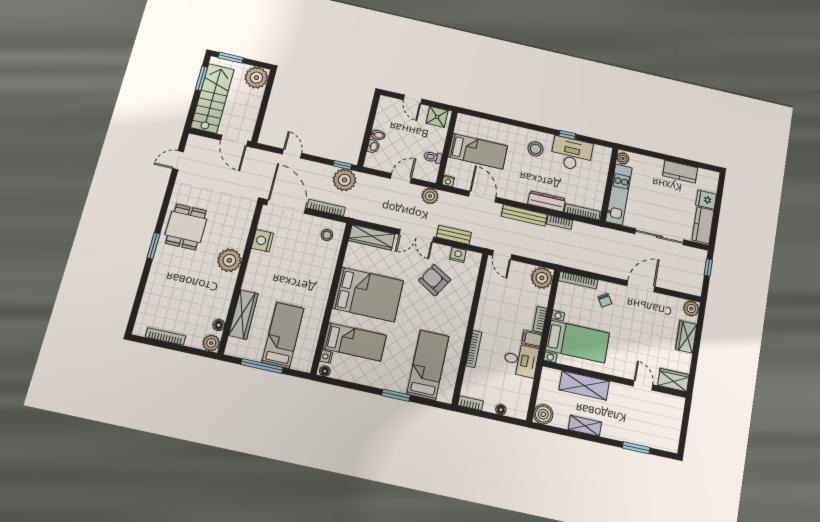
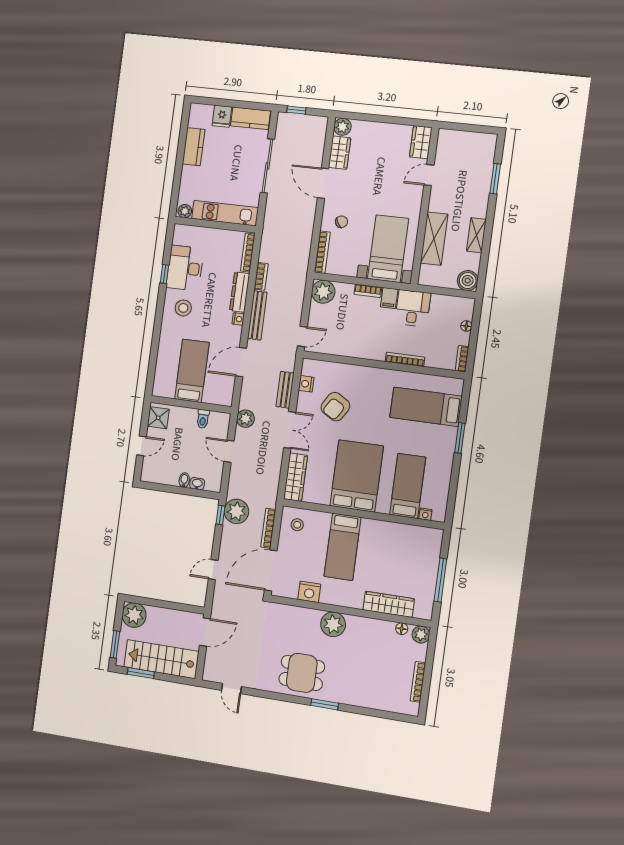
nightstand: (448, 181) -> (238, 319), moved
bed: (283, 335) -> (343, 547), moved, turned -90
wardrobe: (686, 337) -> (340, 153), moved, turned -90
floor lamp: (325, 371) -> (441, 514), removed

